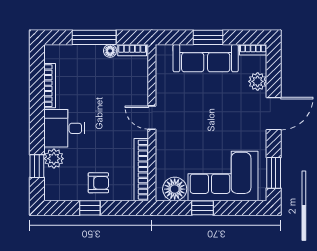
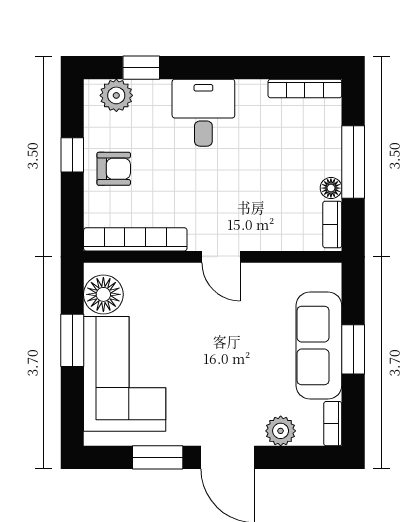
bookcase: (50, 86) -> (305, 88), moved
door: (152, 118) -> (221, 257), swing flipped
plant: (54, 159) -> (116, 95), moved
window: (274, 173) -> (158, 457), moved
armchair: (98, 183) -> (114, 169), turned -90
window: (203, 208) -> (72, 340), width x1.50

